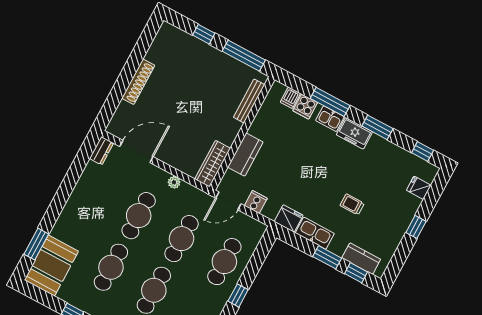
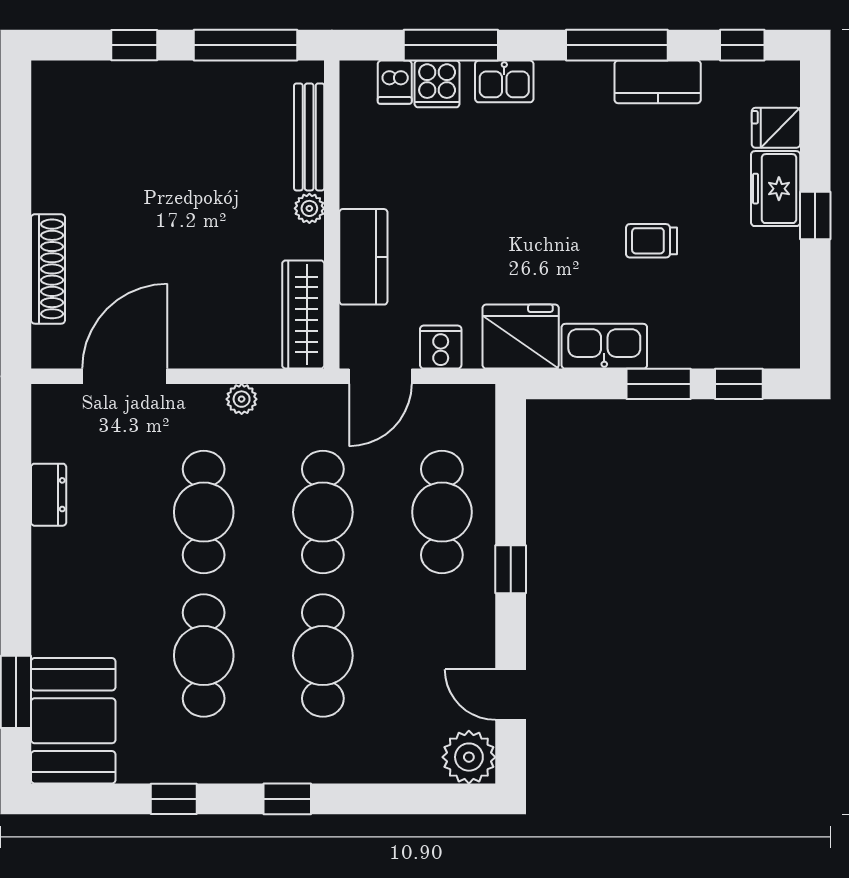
shoe rack: (138, 82) -> (48, 269), moved
window: (330, 102) -> (451, 45), moved
plant: (235, 127) -> (309, 208), added
window: (377, 127) -> (617, 45), width x1.44
freezer: (354, 133) -> (776, 189), moved, turned 90
dresser: (102, 151) -> (49, 495), moved
fridge: (289, 218) -> (521, 337), width x1.36, depth x1.34
kitchen counter: (361, 259) -> (658, 82), moved, turned 180

